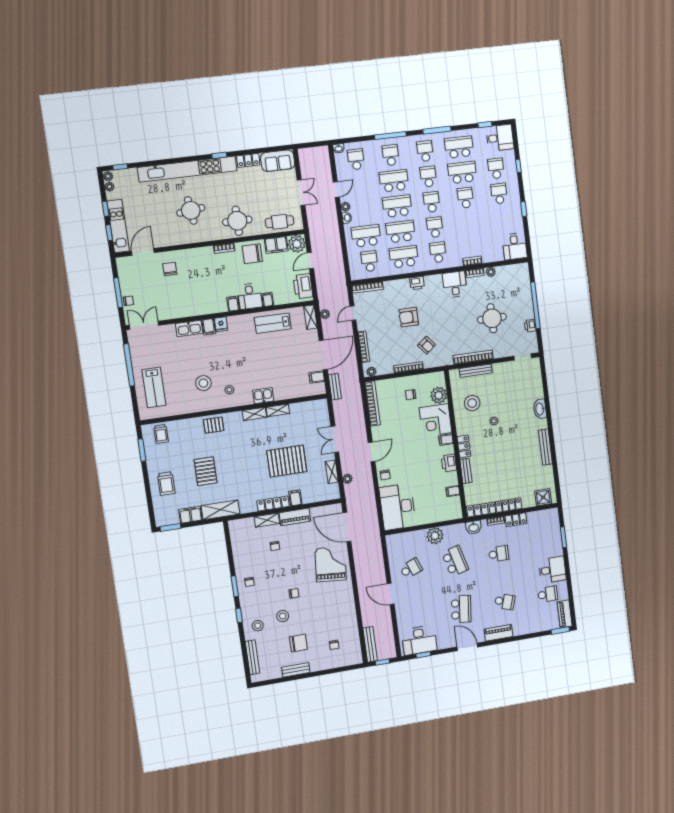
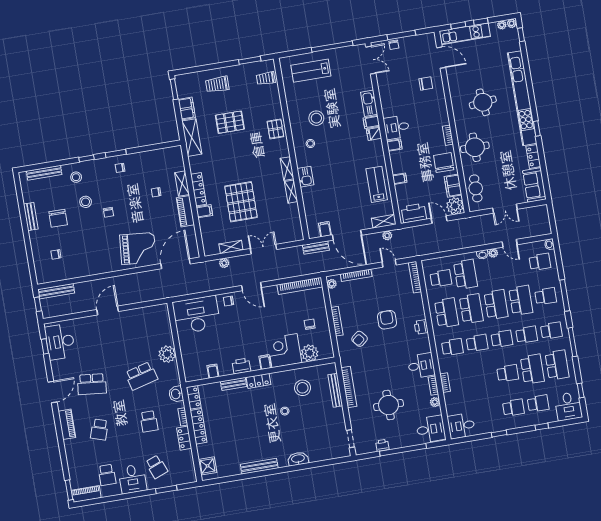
desk: (517, 277) -> (431, 429), added
desk: (250, 296) -> (397, 127), moved
school desk: (411, 568) -> (157, 467), moved

